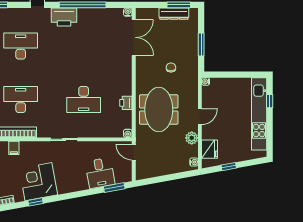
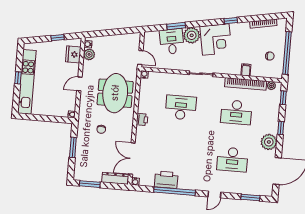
dresser: (174, 14) -> (115, 178), moved
printer: (64, 17) -> (166, 180), moved
window: (270, 101) -> (18, 78), moved
printer: (126, 103) -> (142, 119), moved
plant: (192, 138) -> (89, 54), moved
corner desk: (38, 182) -> (216, 39), moved
plant: (78, 182) -> (192, 35), added
window: (114, 188) -> (176, 26), moved

